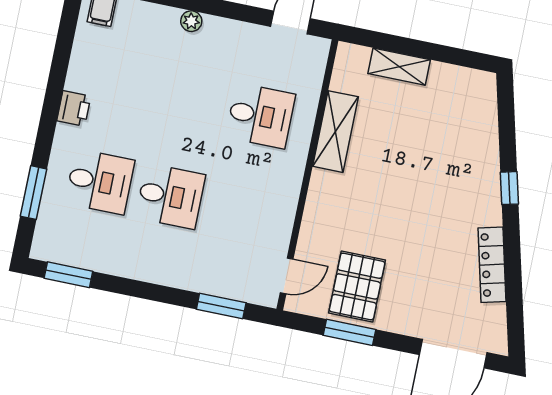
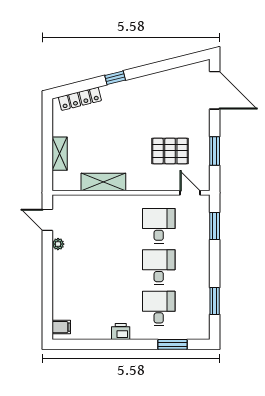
plant: (191, 21) -> (58, 244), moved
desk: (261, 116) -> (159, 226), moved
locker: (492, 265) -> (80, 99), moved
window: (68, 275) -> (215, 301), moved
pallet: (357, 286) -> (170, 151), moved

